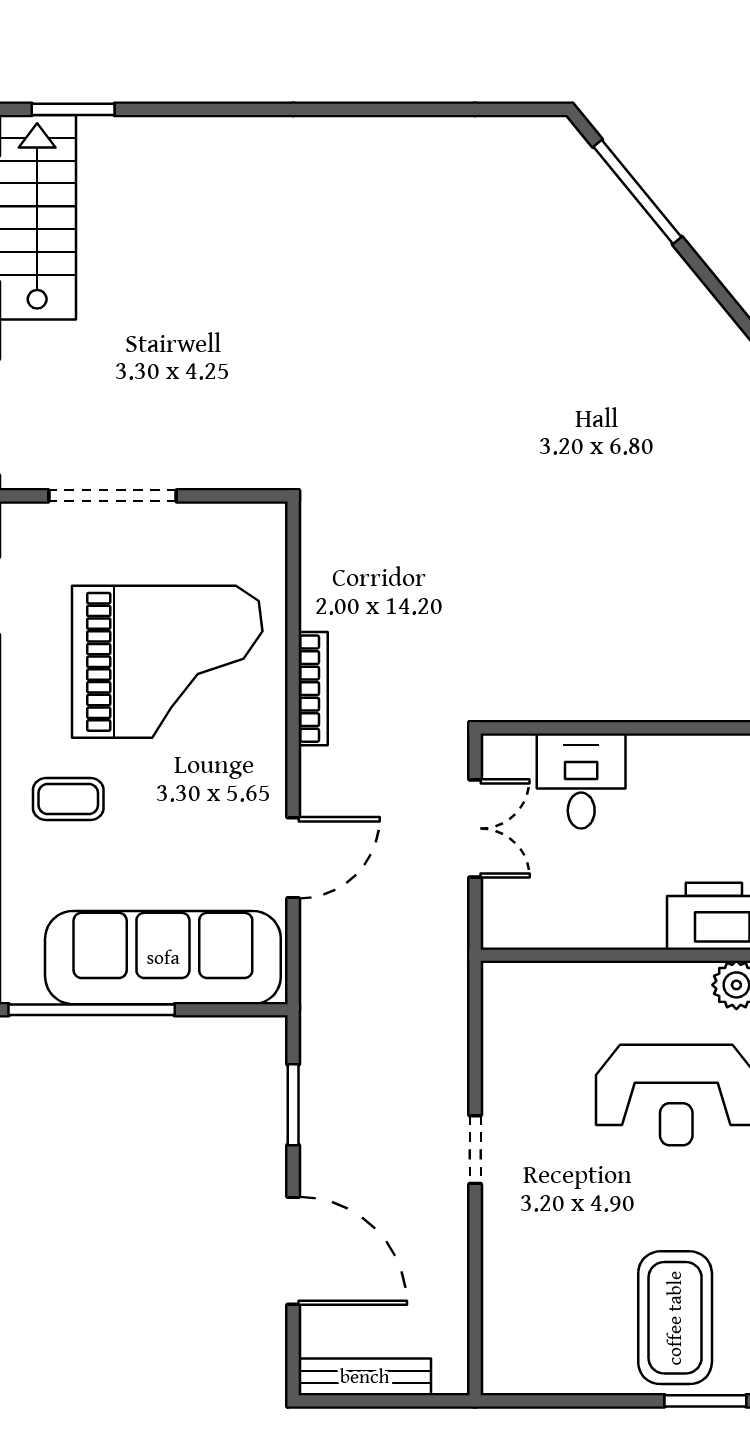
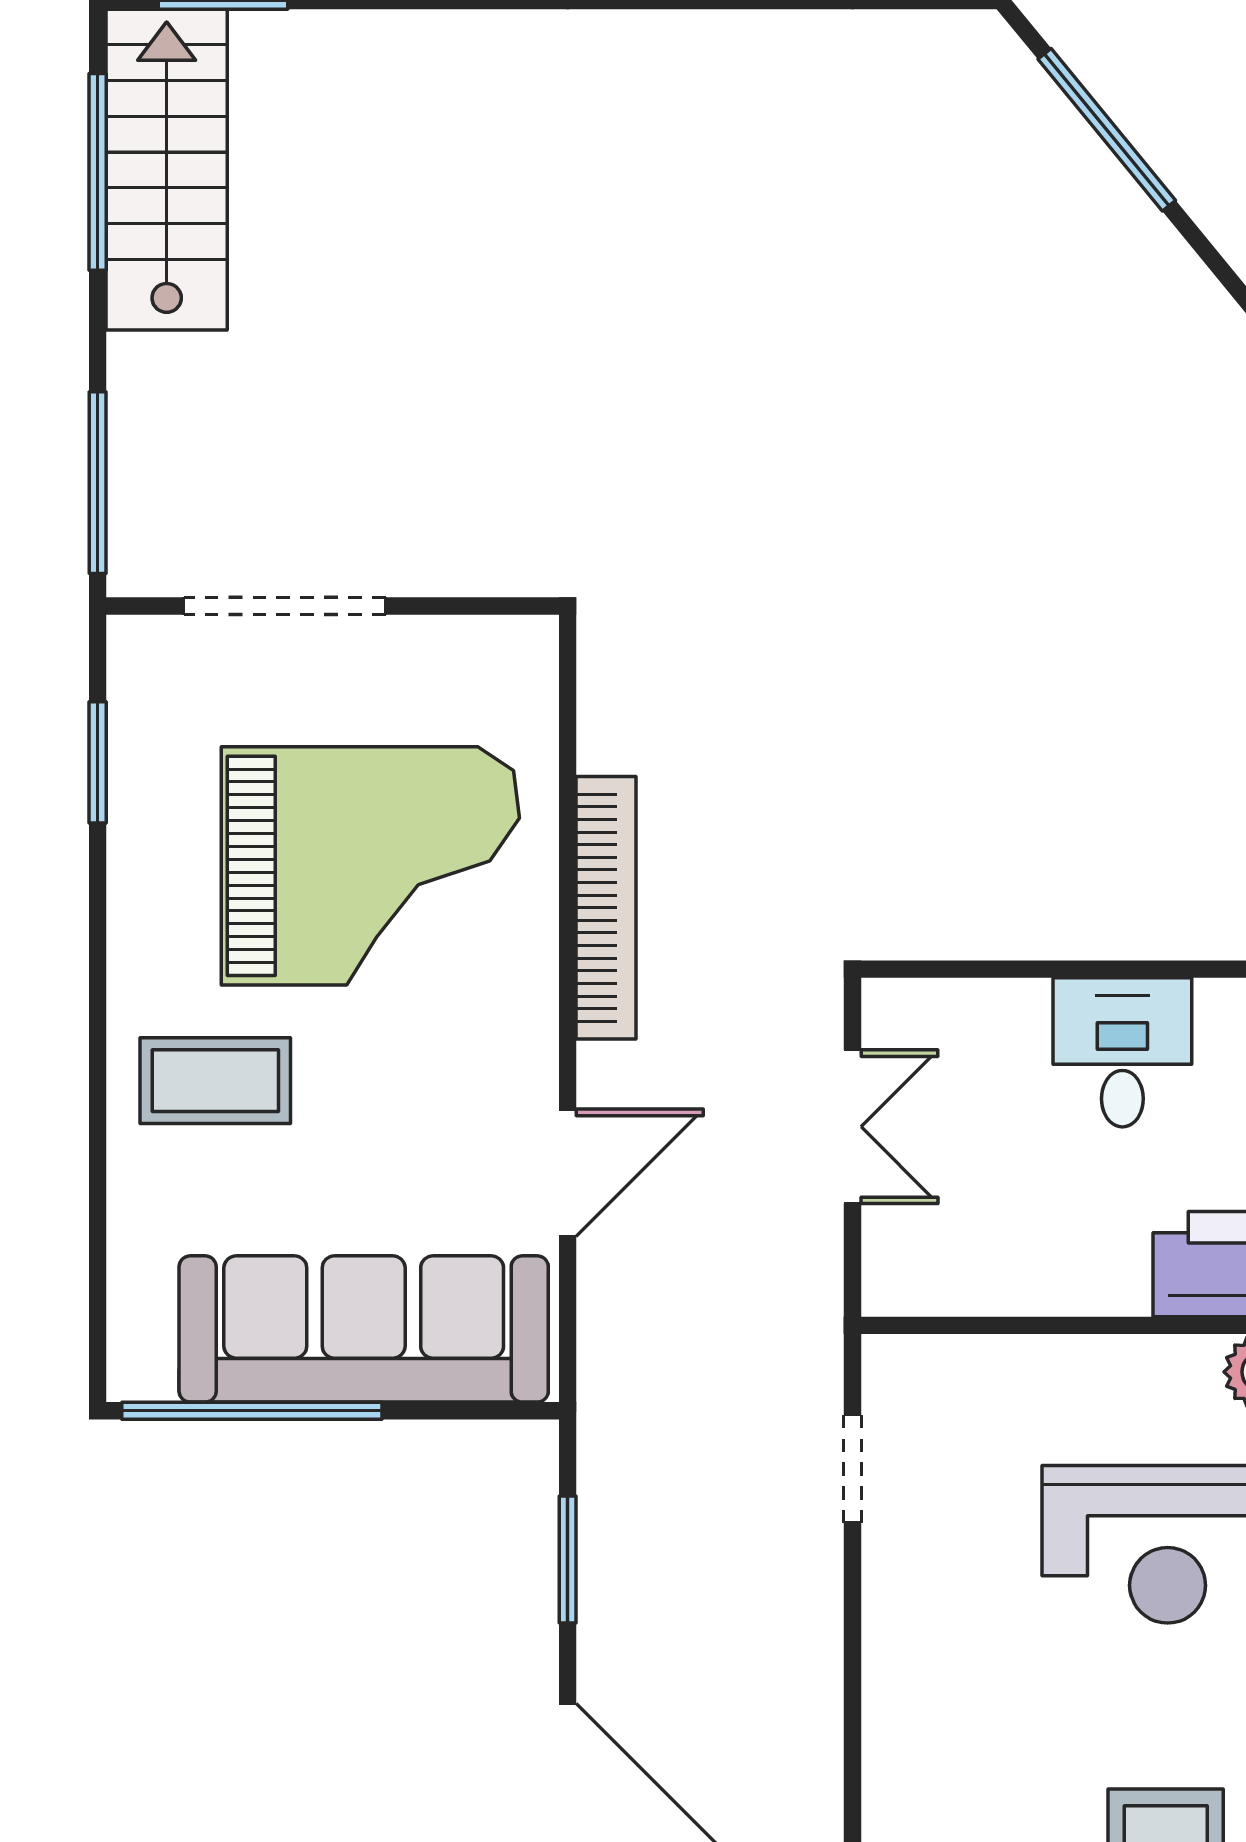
bookcase: (313, 689) -> (606, 908), width x1.48, depth x1.31
desk: (581, 781) -> (1122, 1052), moved
coffee table: (68, 799) -> (215, 1081), width x1.36, depth x1.30
doorway: (475, 1150) -> (853, 1469), moved

